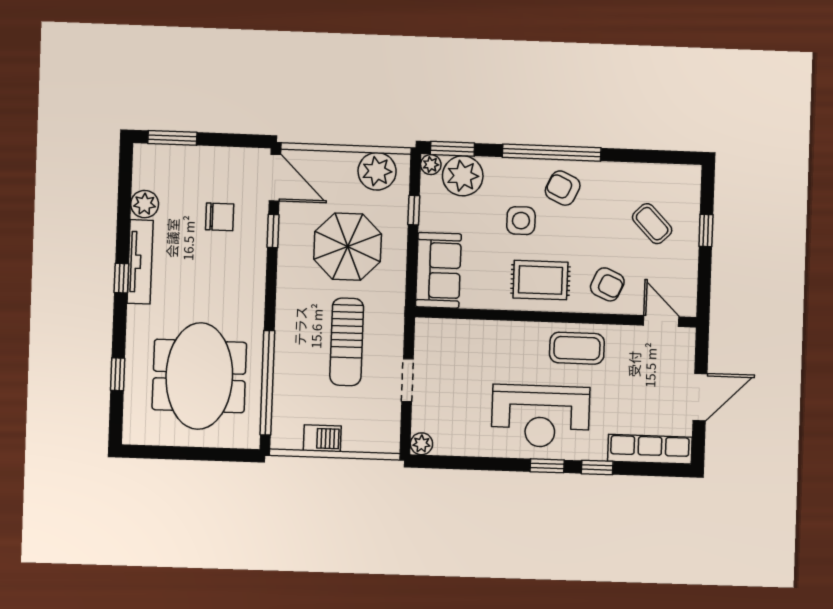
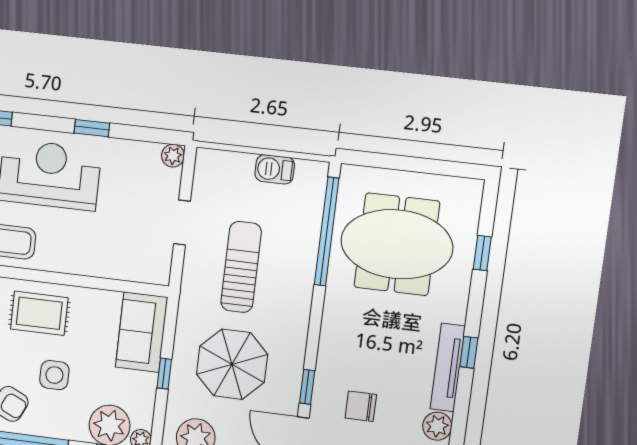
window: (414, 210) -> (164, 374), moved
meeting table: (199, 376) -> (397, 244), turned 90
window: (547, 466) -> (92, 128), moved

